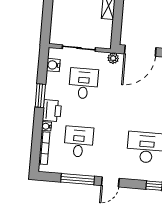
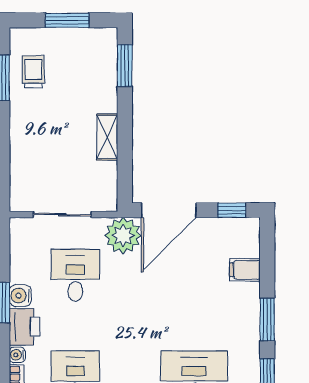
plant: (113, 58) -> (123, 236), width x1.88, depth x1.88
water cooler: (53, 65) -> (20, 296), moved

